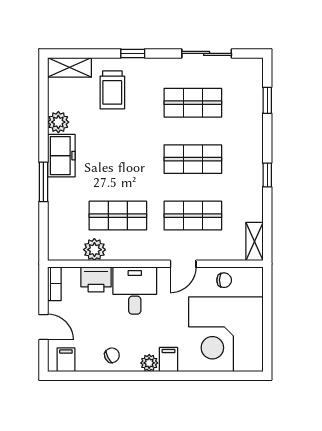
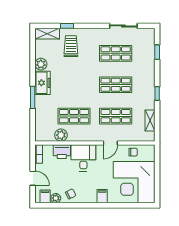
window: (133, 53) -> (67, 26), moved
trolley: (112, 90) -> (71, 46), turned 180
shelving: (254, 242) -> (150, 121), moved
plant: (149, 363) -> (56, 198), moved

